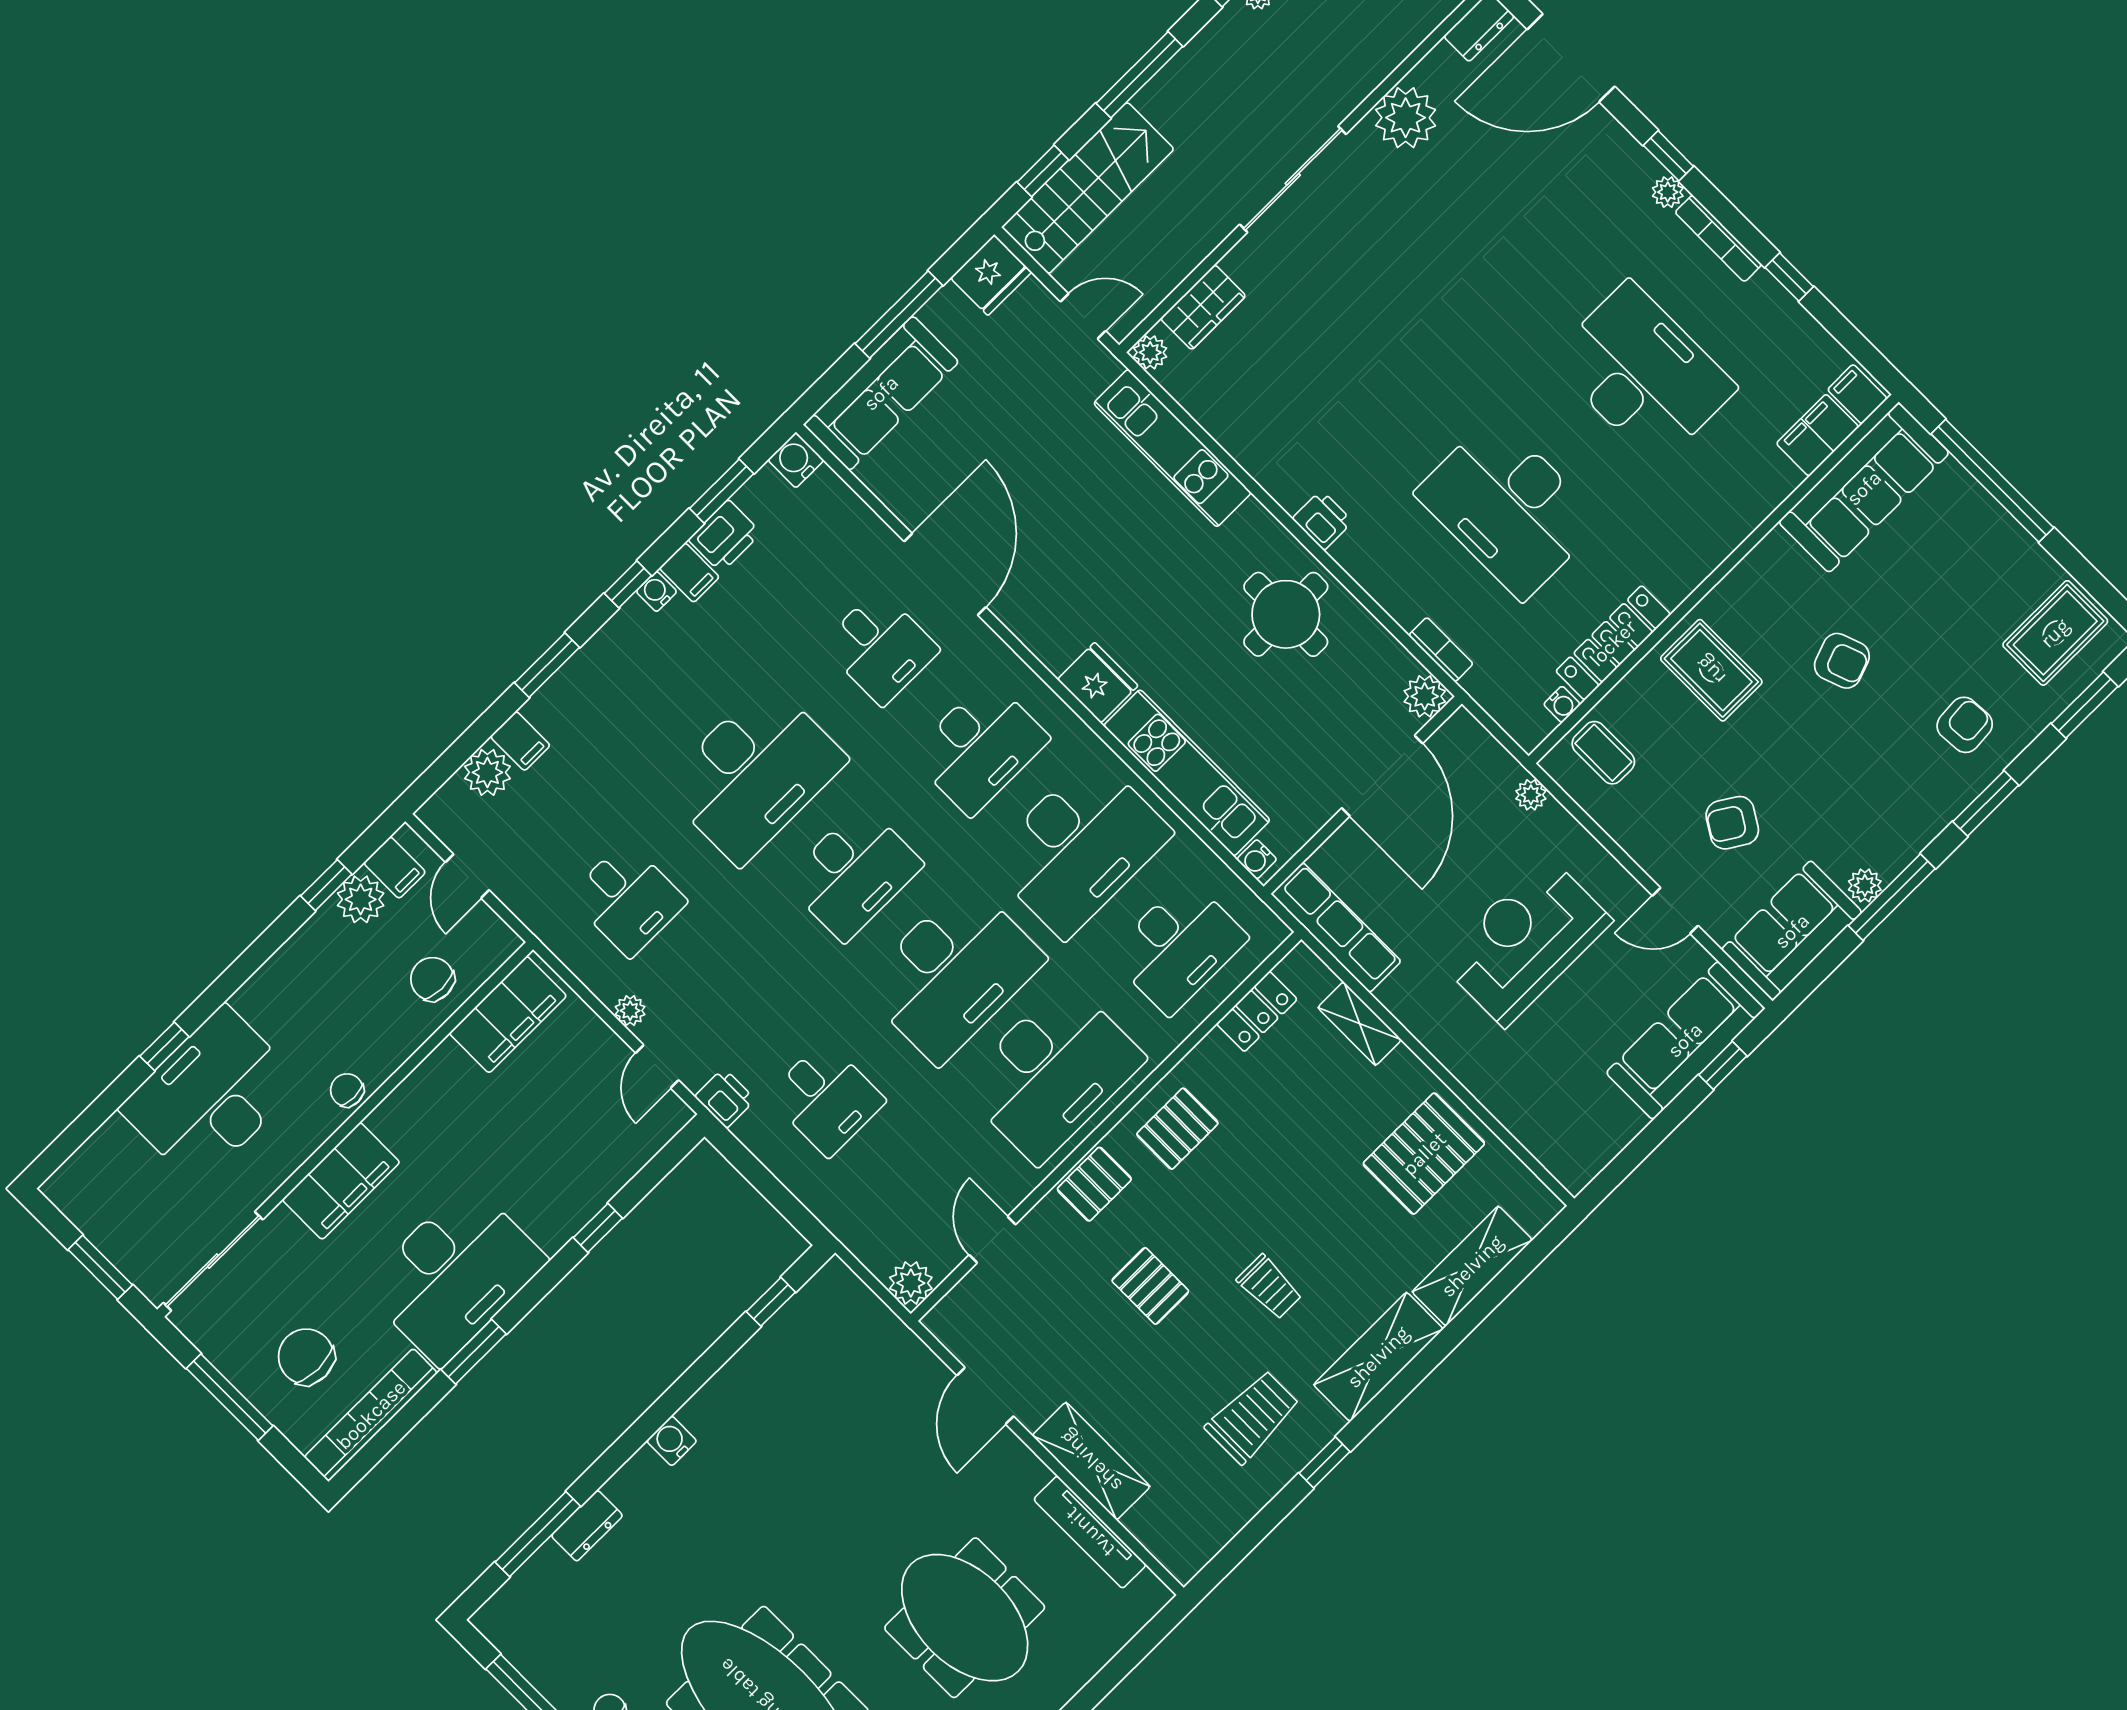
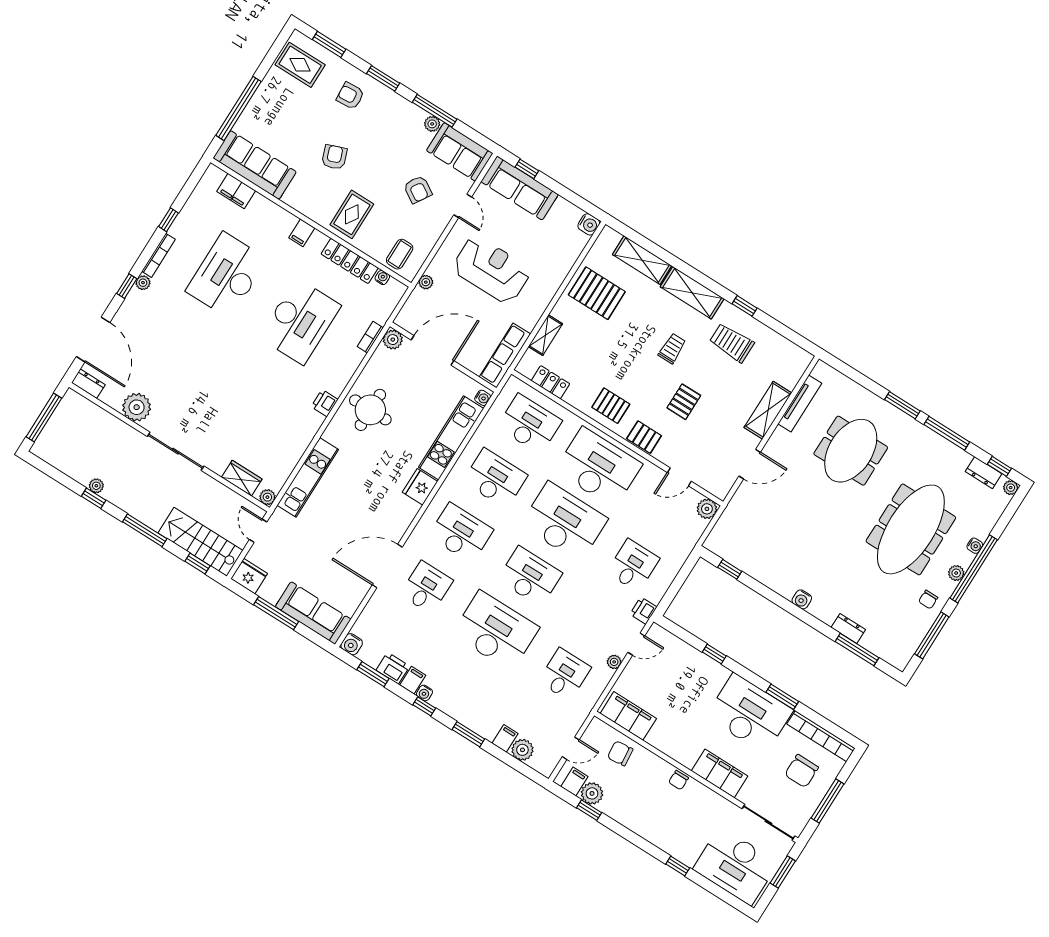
filing cabinet: (1857, 394) -> (302, 233), moved
desk: (1079, 847) -> (495, 478), width x0.73, depth x0.77
reception desk: (1525, 941) -> (492, 270), turned 180
chair: (432, 979) -> (620, 753), turned 84
desk: (211, 1096) -> (736, 866), moved
water cooler: (1574, 1170) -> (589, 224), added

